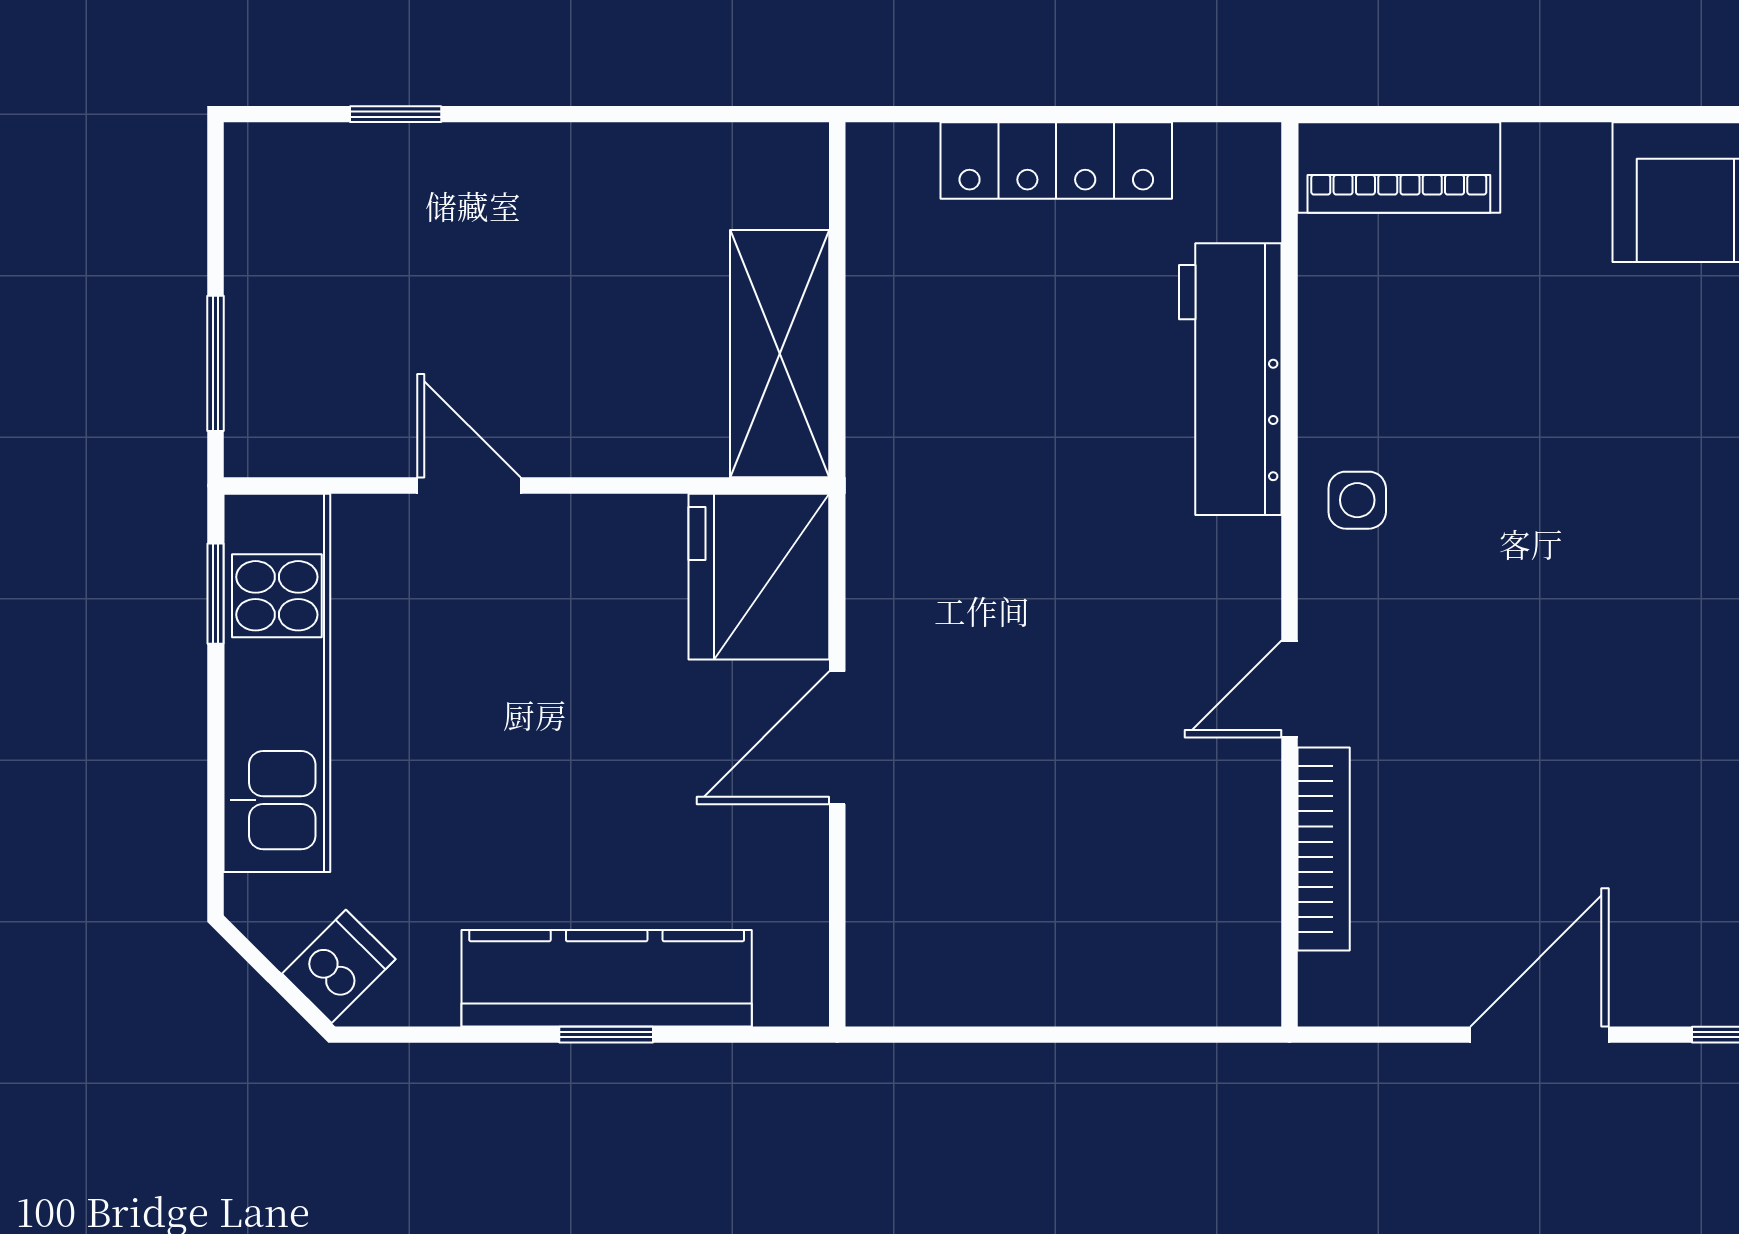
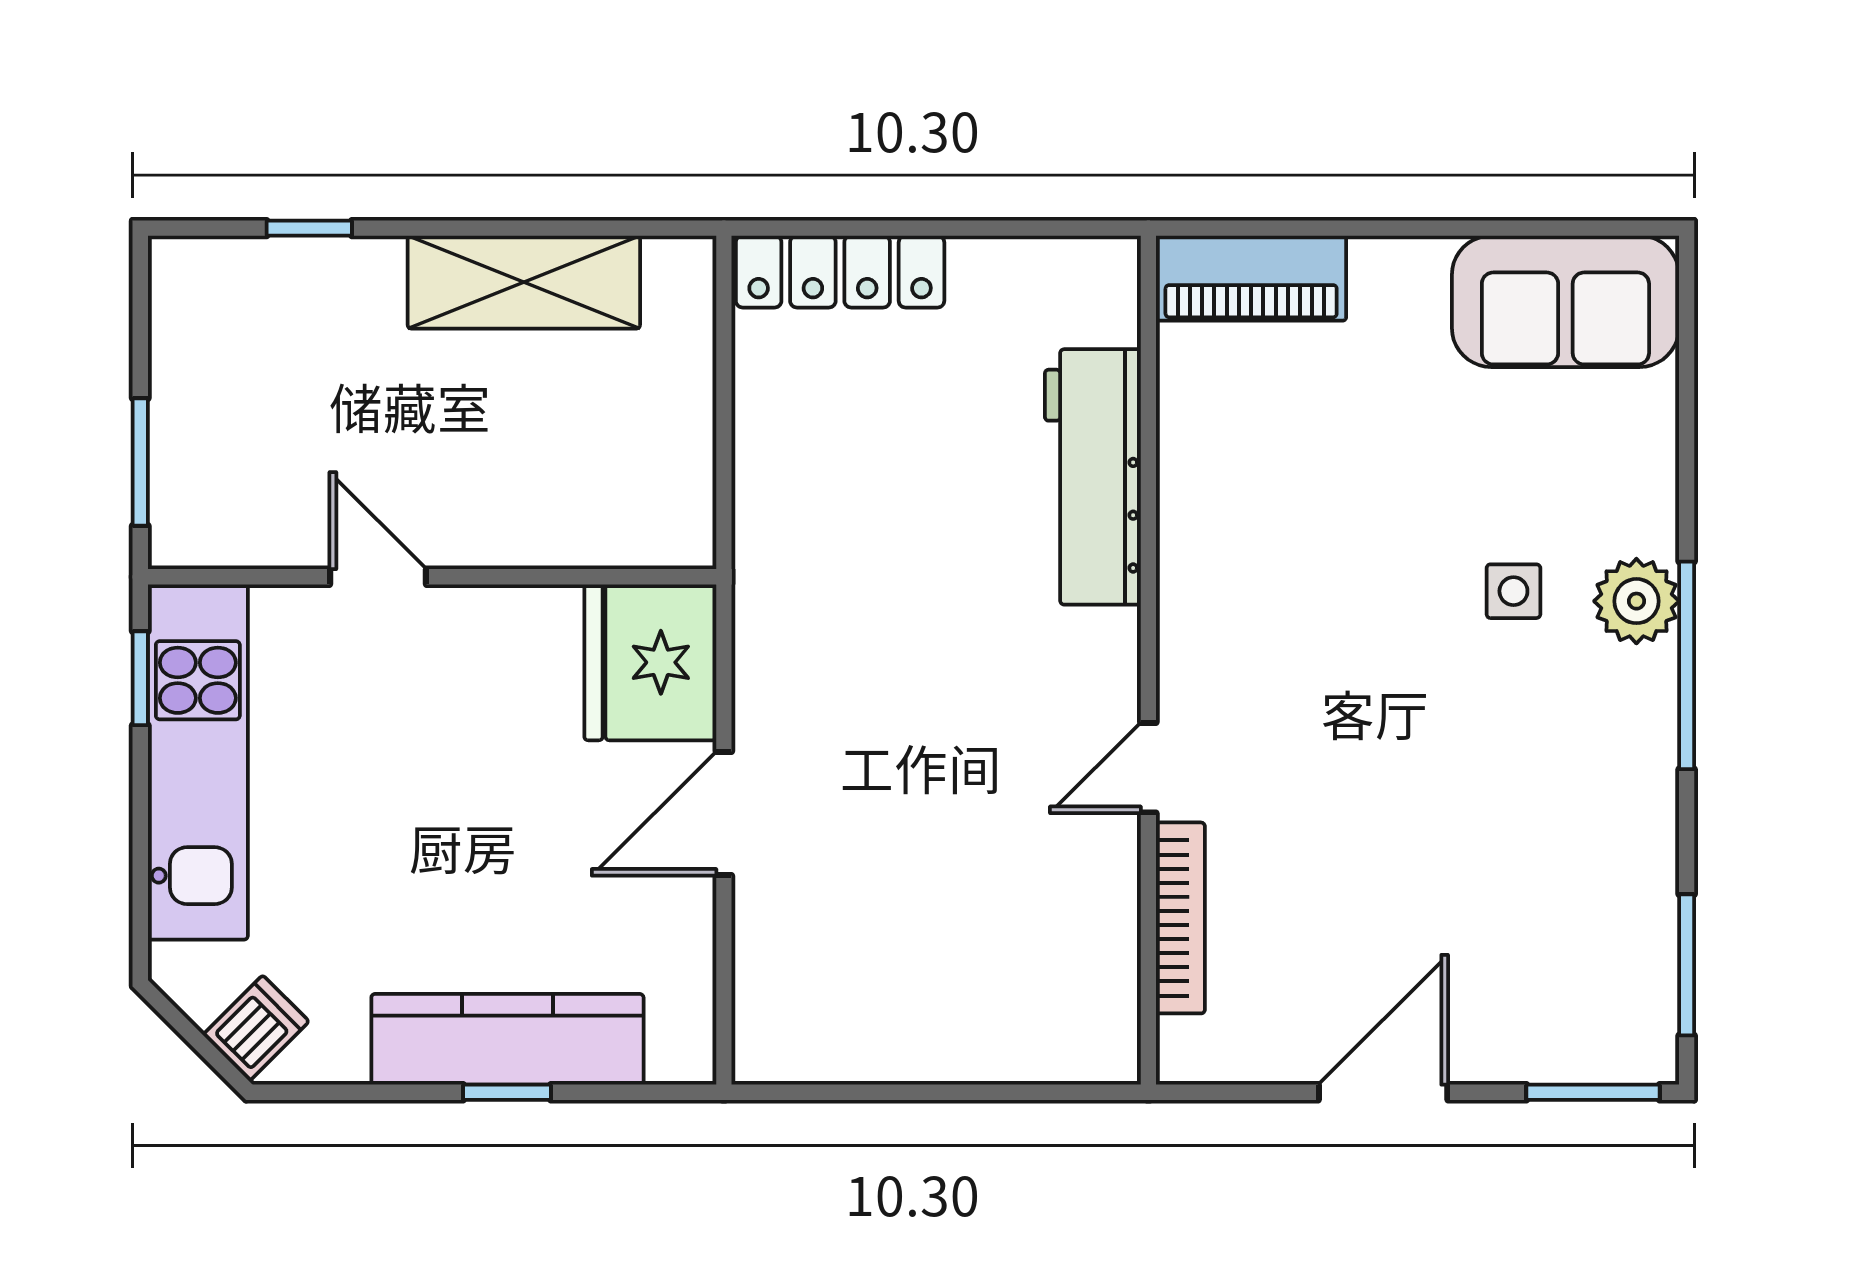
locker: (1056, 160) -> (840, 272), moved
shelving: (780, 354) -> (524, 282), moved, turned 90
side table: (1357, 500) -> (1513, 591), moved

